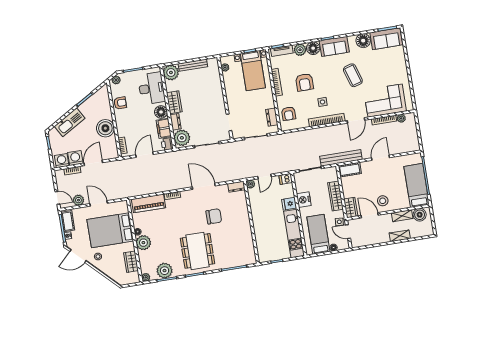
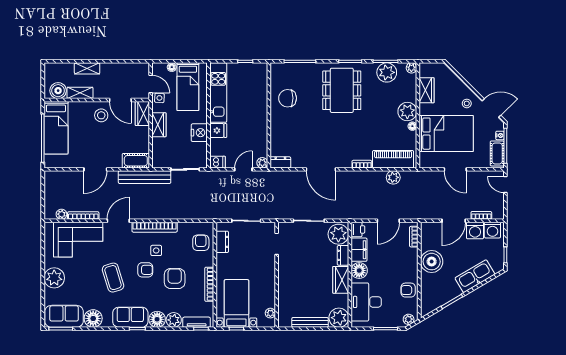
plant: (399, 68) -> (54, 278), added
armchair: (329, 85) -> (145, 270), added
wardrobe: (335, 196) -> (159, 125), width x0.67
plant: (78, 200) -> (393, 177), moved
chair: (214, 216) -> (288, 98), moved

